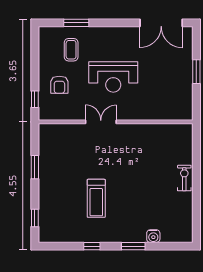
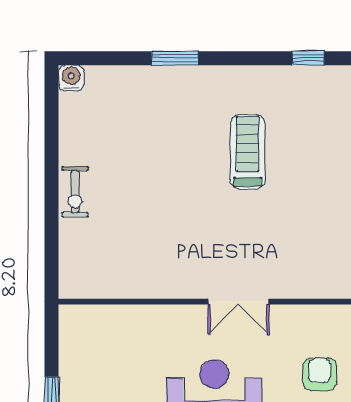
water cooler: (153, 236) -> (71, 78), moved
window: (92, 246) -> (308, 58), moved

